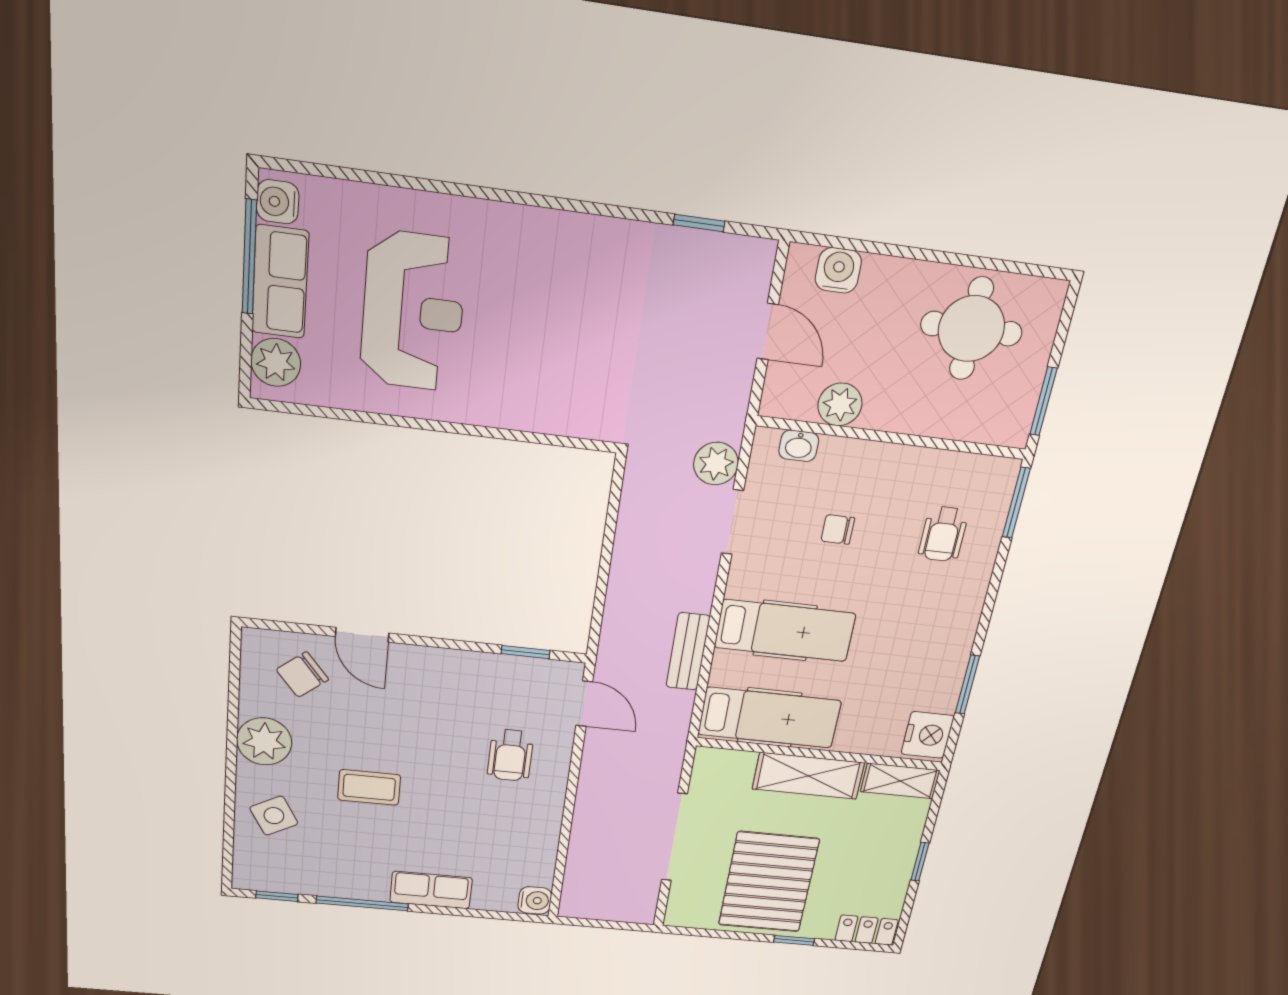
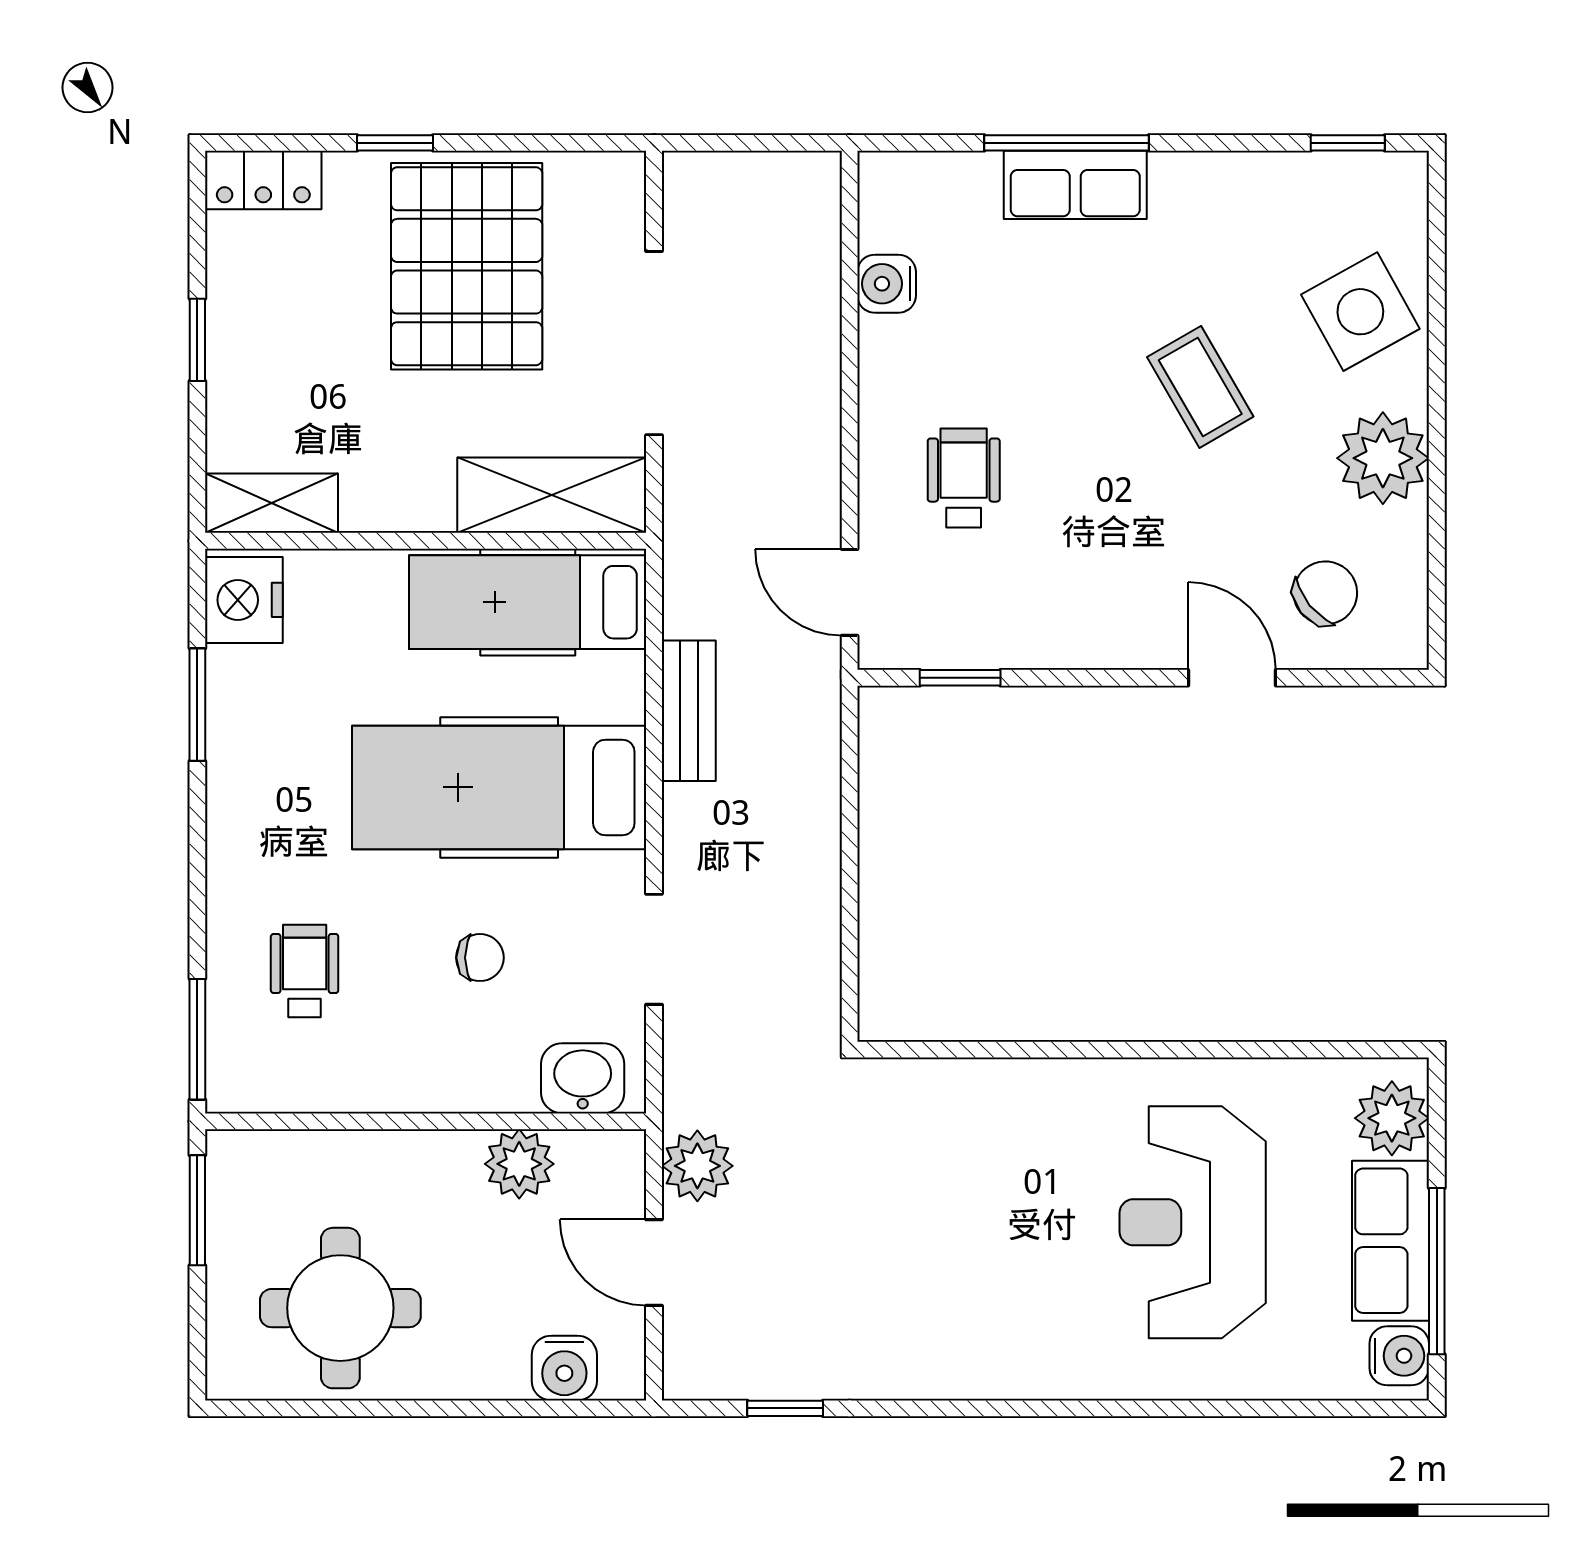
washbasin: (799, 446) -> (583, 1078), width x1.38, depth x1.45
plant: (716, 464) -> (697, 1166), moved
hospital bed: (785, 630) -> (499, 787), width x1.37, depth x1.29
shelving: (808, 776) -> (552, 495), moved
coffee table: (369, 787) -> (1200, 387), turned 60
side table: (274, 816) -> (1360, 312), width x1.37, depth x1.37
water cooler: (535, 900) -> (887, 284), moved
window: (362, 903) -> (1067, 143), moved

